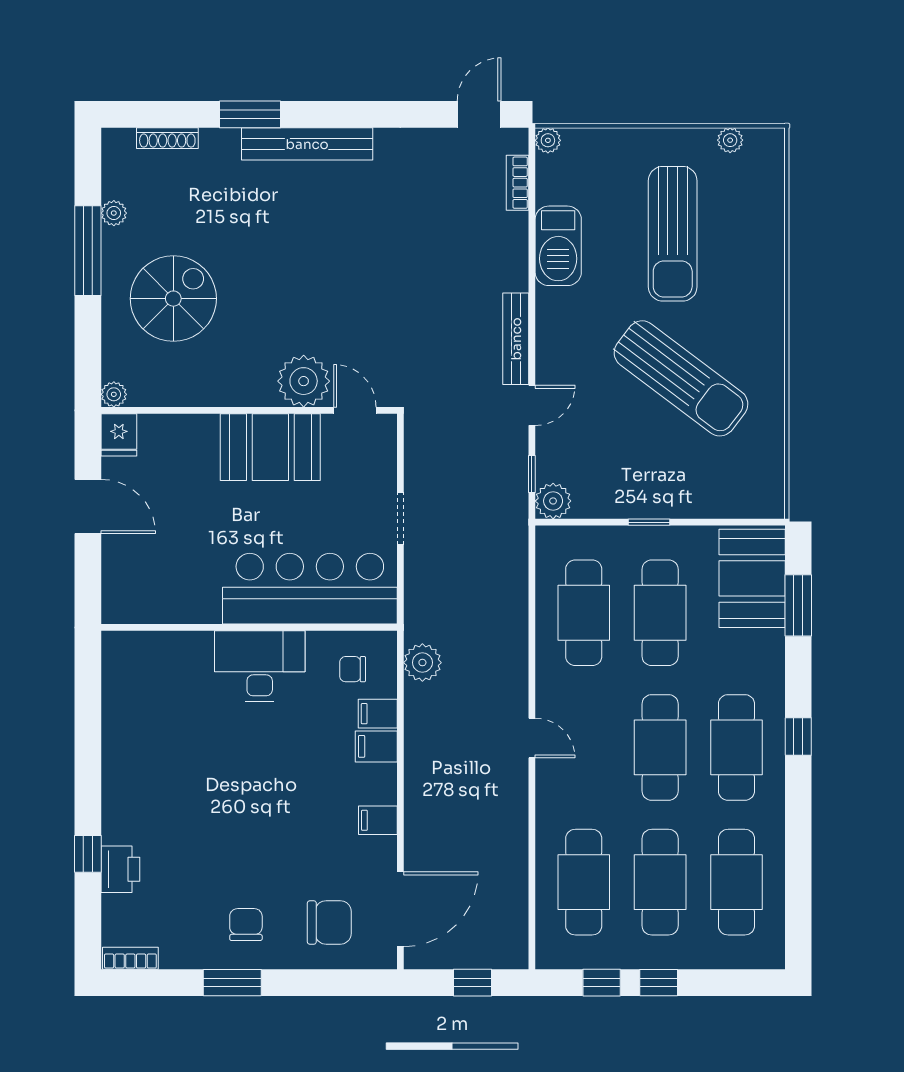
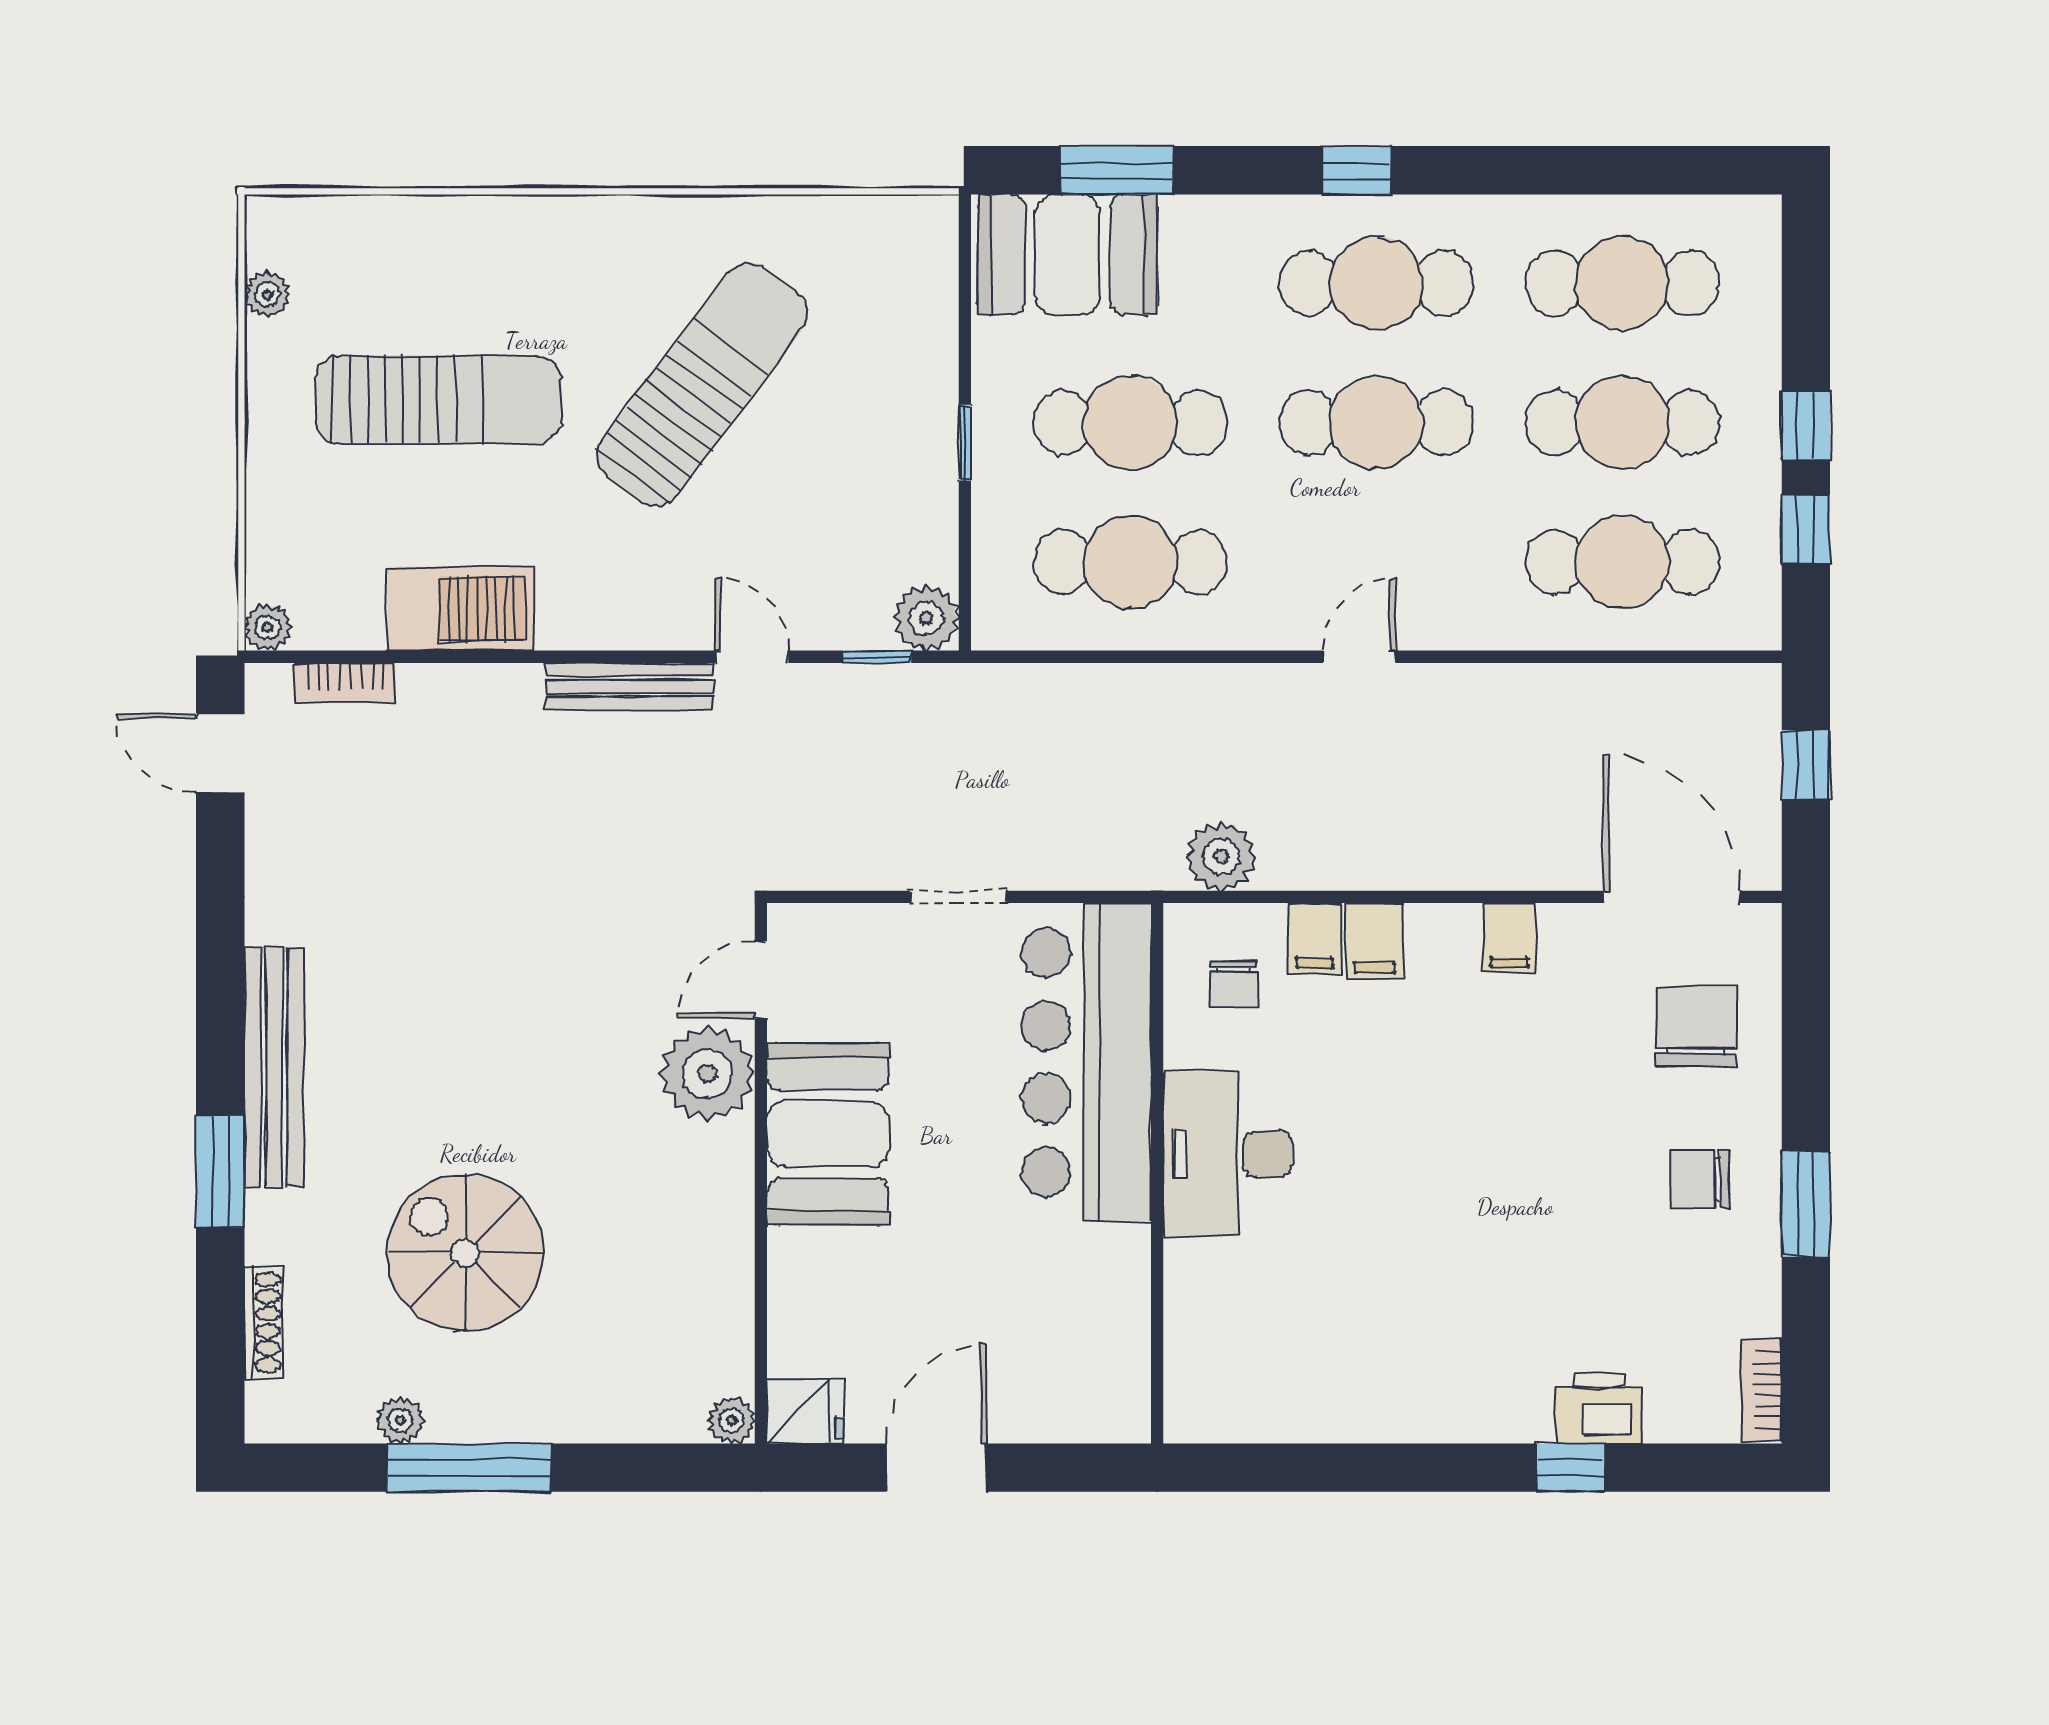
spiral stairs: (173, 299) -> (465, 1253), moved

